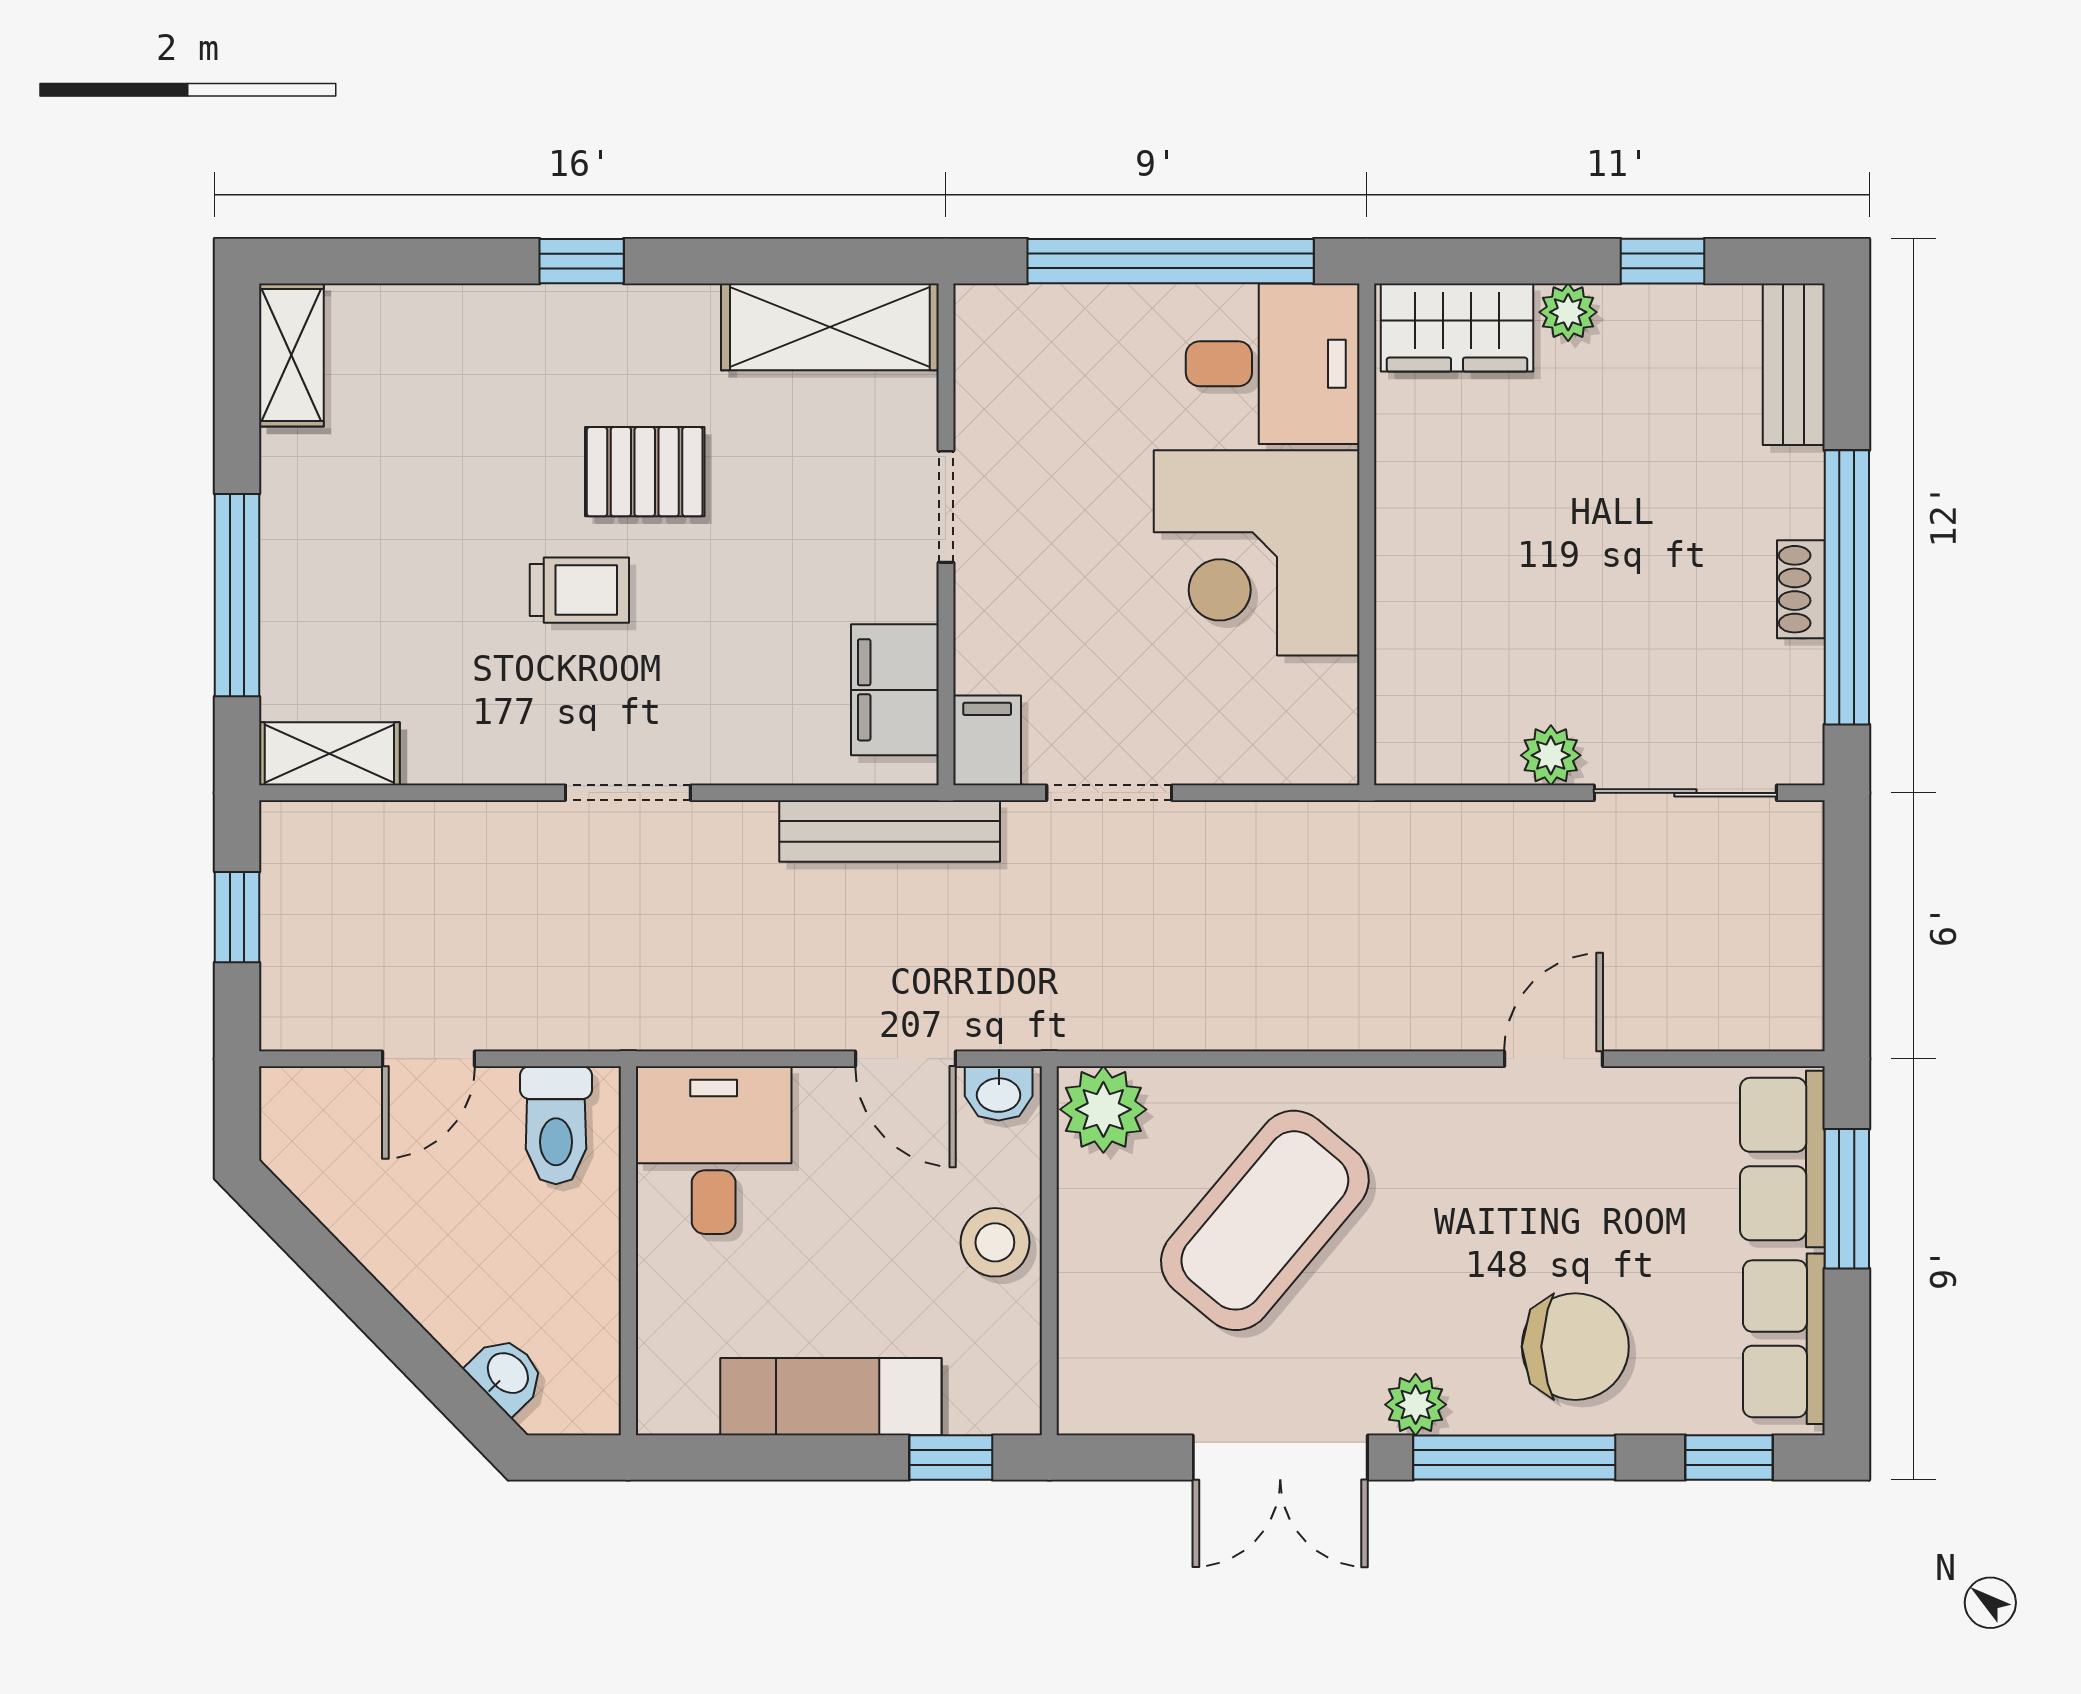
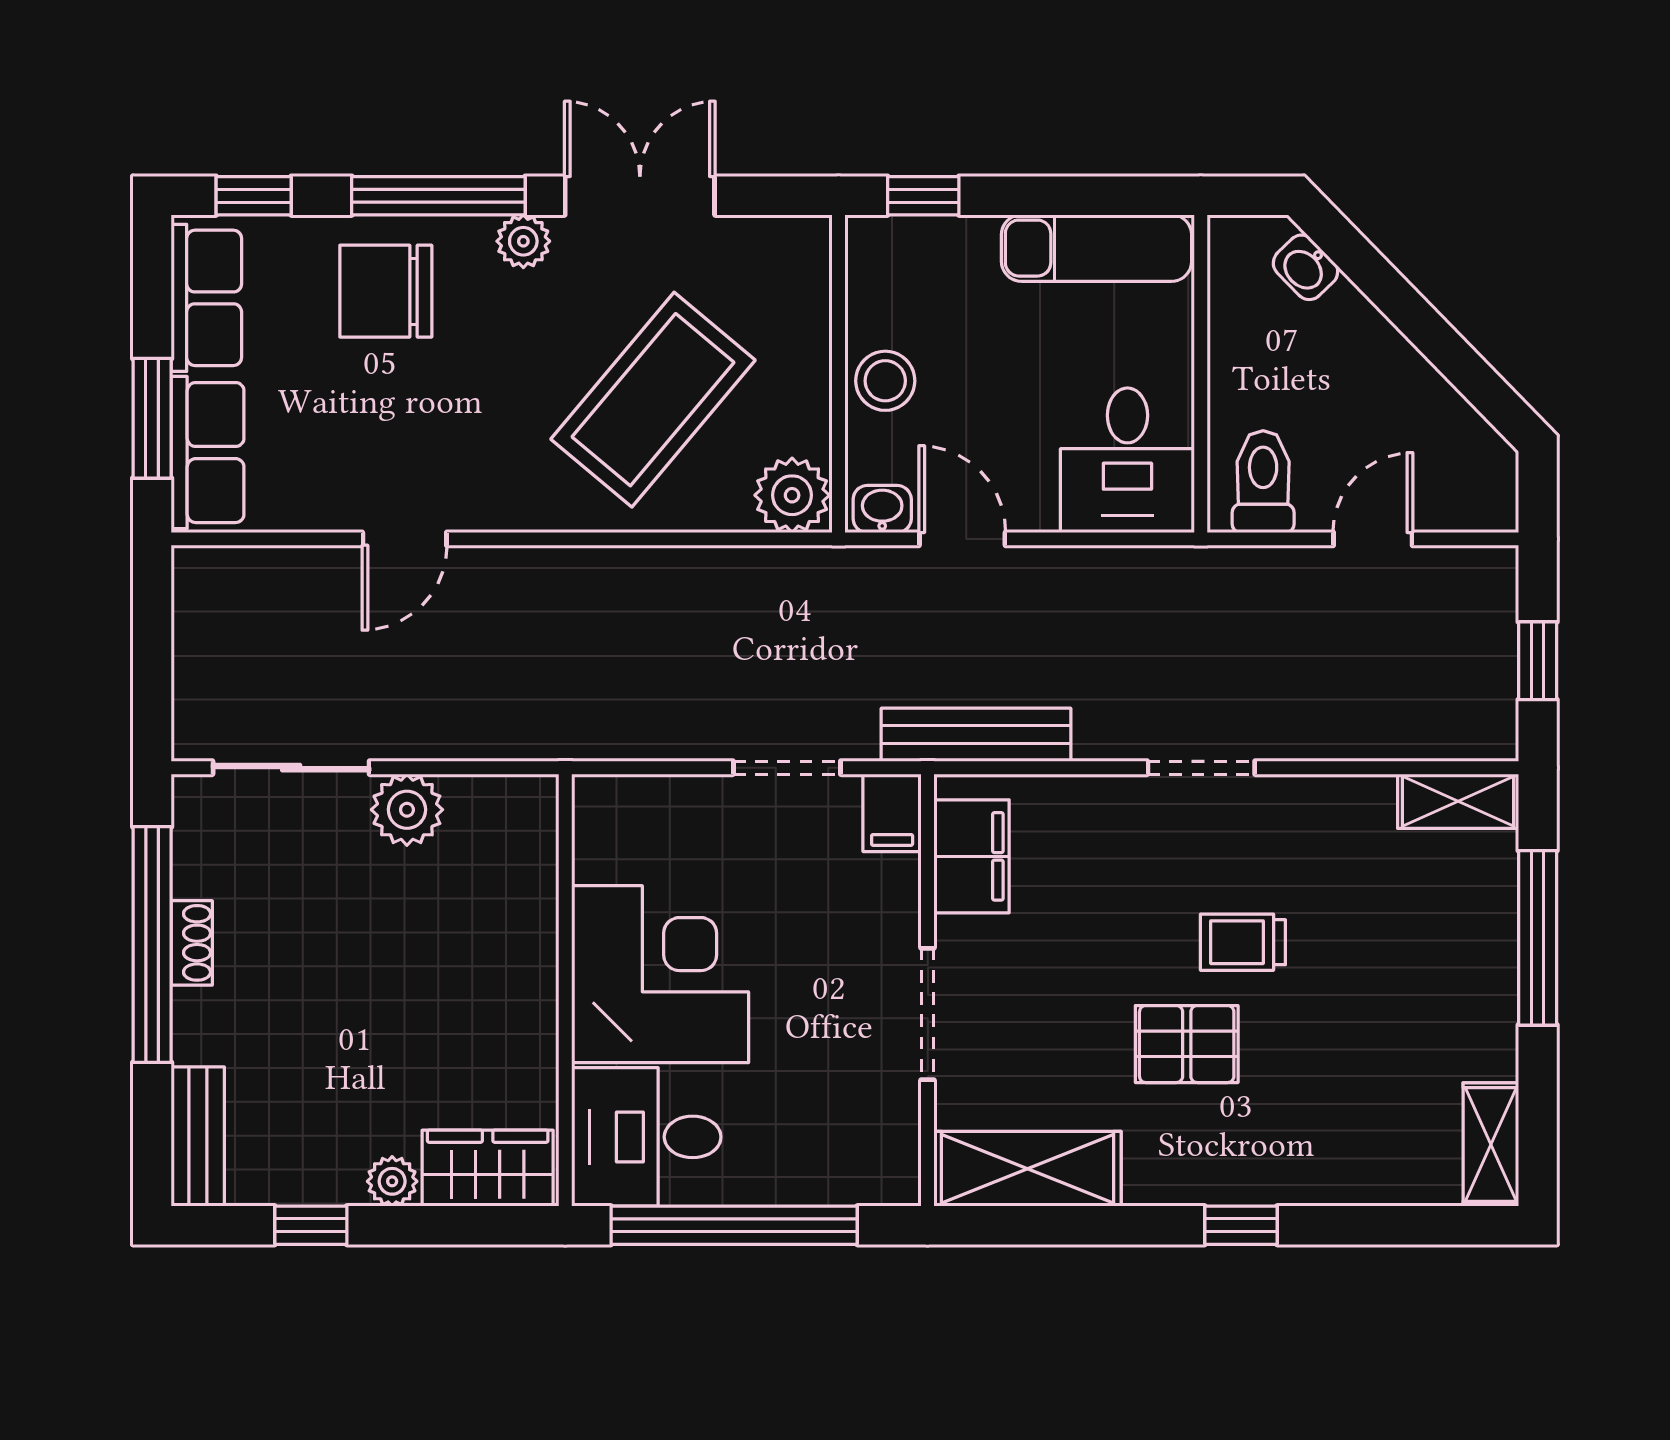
doorway: (946, 507) -> (928, 1014), width x1.38
plant: (1551, 755) -> (407, 810), width x1.38, depth x1.38
exam couch: (831, 1397) -> (1097, 248), moved

